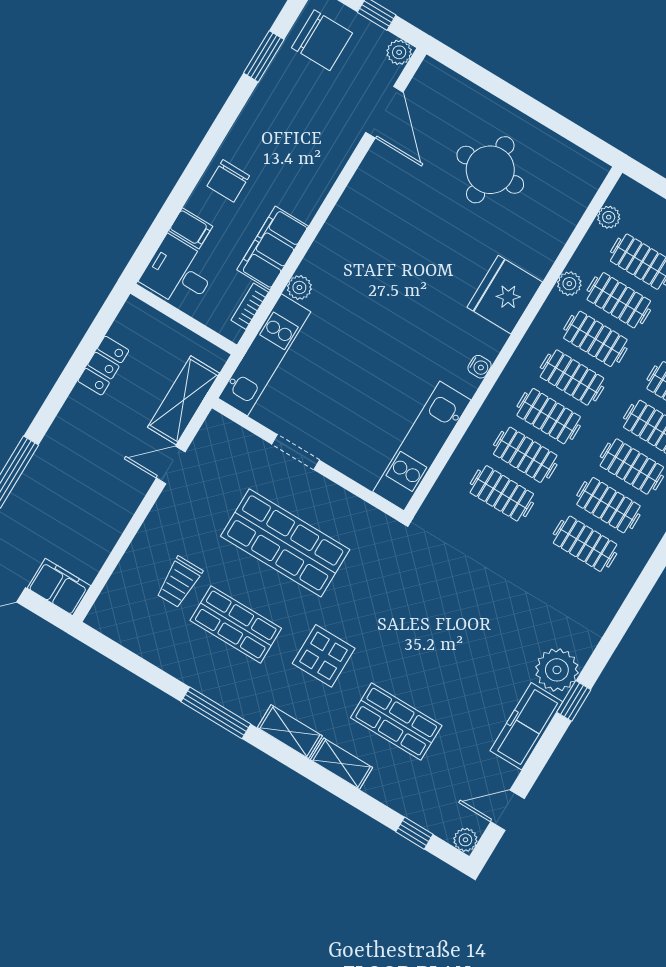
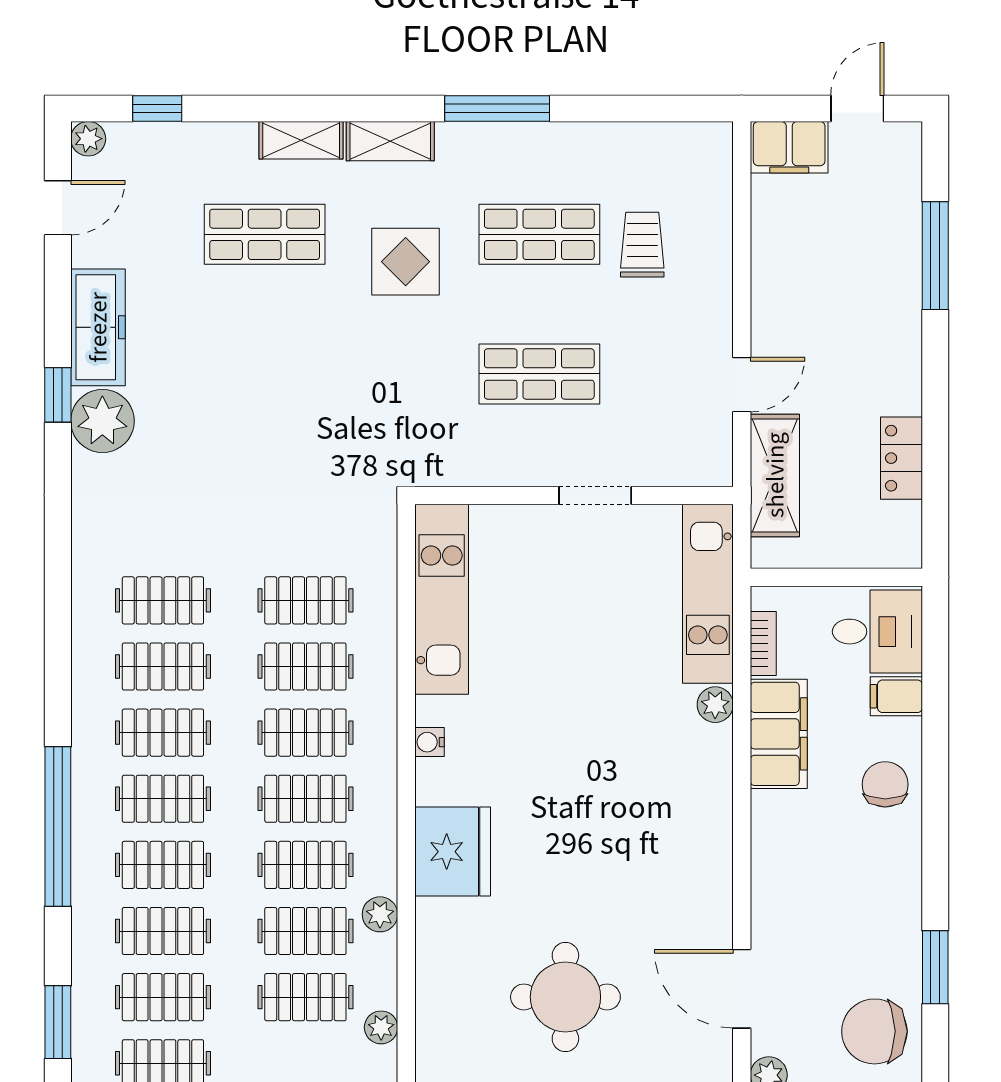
shop shelf: (285, 543) -> (539, 374), width x0.70, depth x0.74

